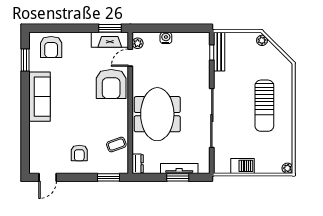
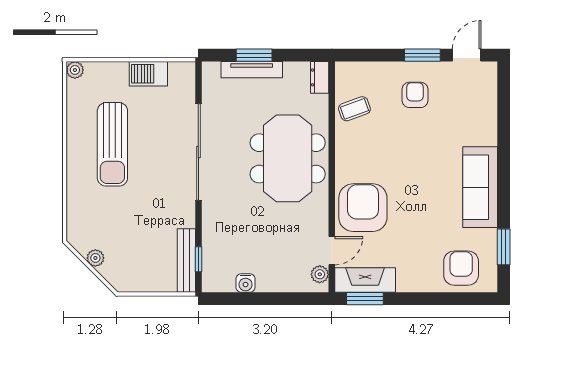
water cooler: (166, 38) -> (246, 283), moved
plant: (262, 40) -> (95, 258), moved
sun lounger: (264, 106) -> (112, 144), moved, turned 180
window: (109, 177) -> (422, 55), moved

